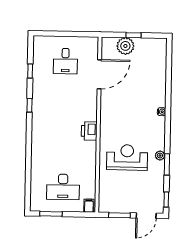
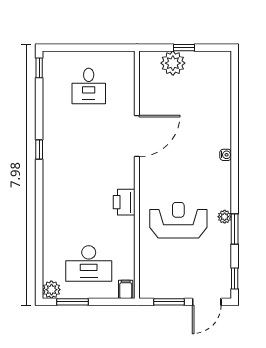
window: (30, 71) -> (39, 68), moved
door: (99, 74) -> (137, 136), moved
printer: (89, 131) -> (124, 202), moved
plant: (36, 205) -> (51, 290), added

